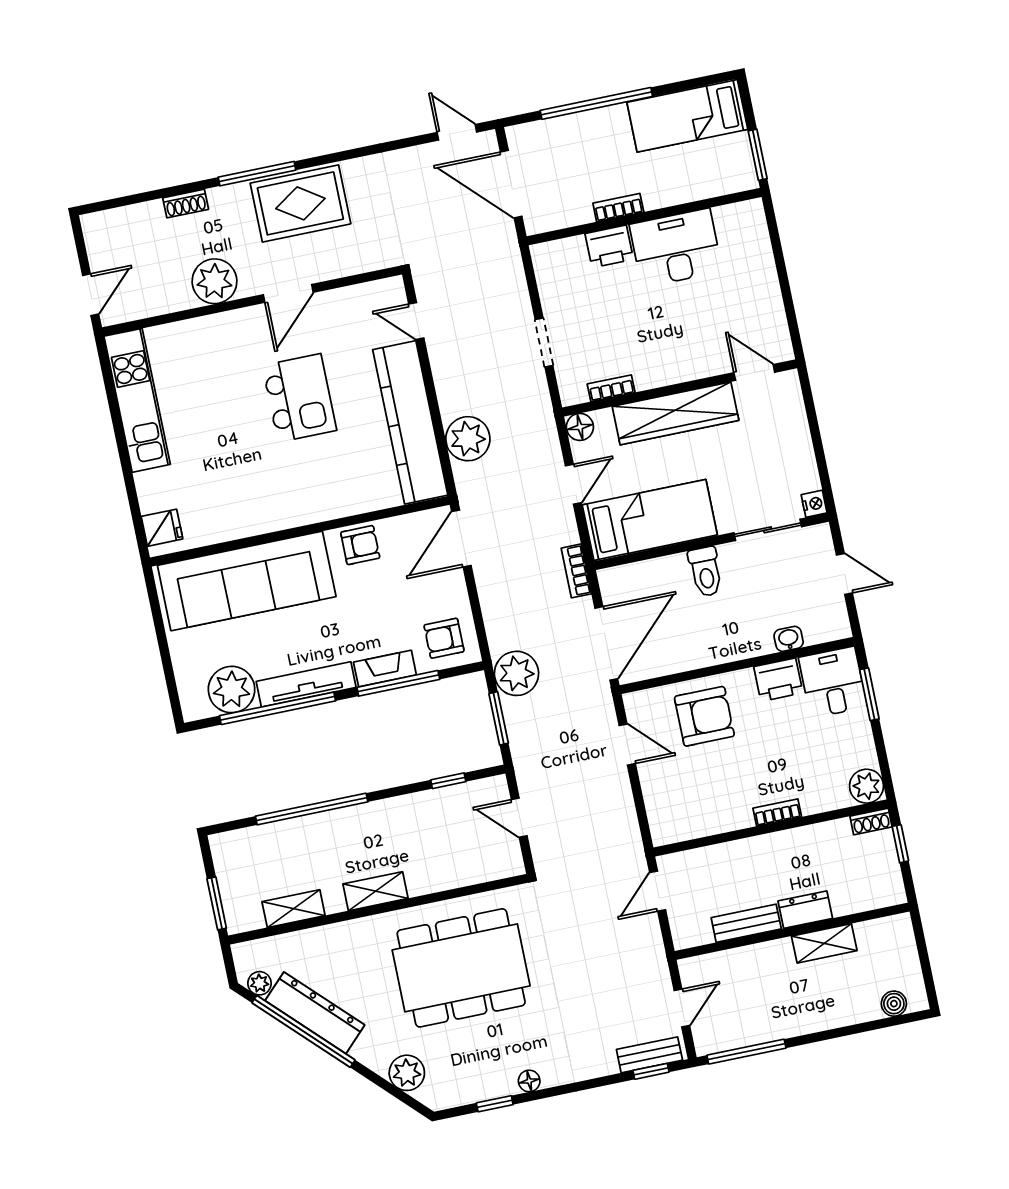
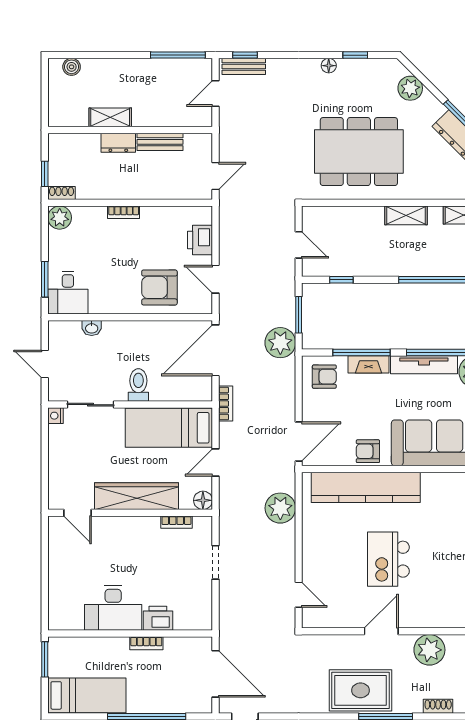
kitchen counter: (410, 422) -> (366, 487), moved, turned 90
printer: (778, 680) -> (200, 240), moved, turned -90

